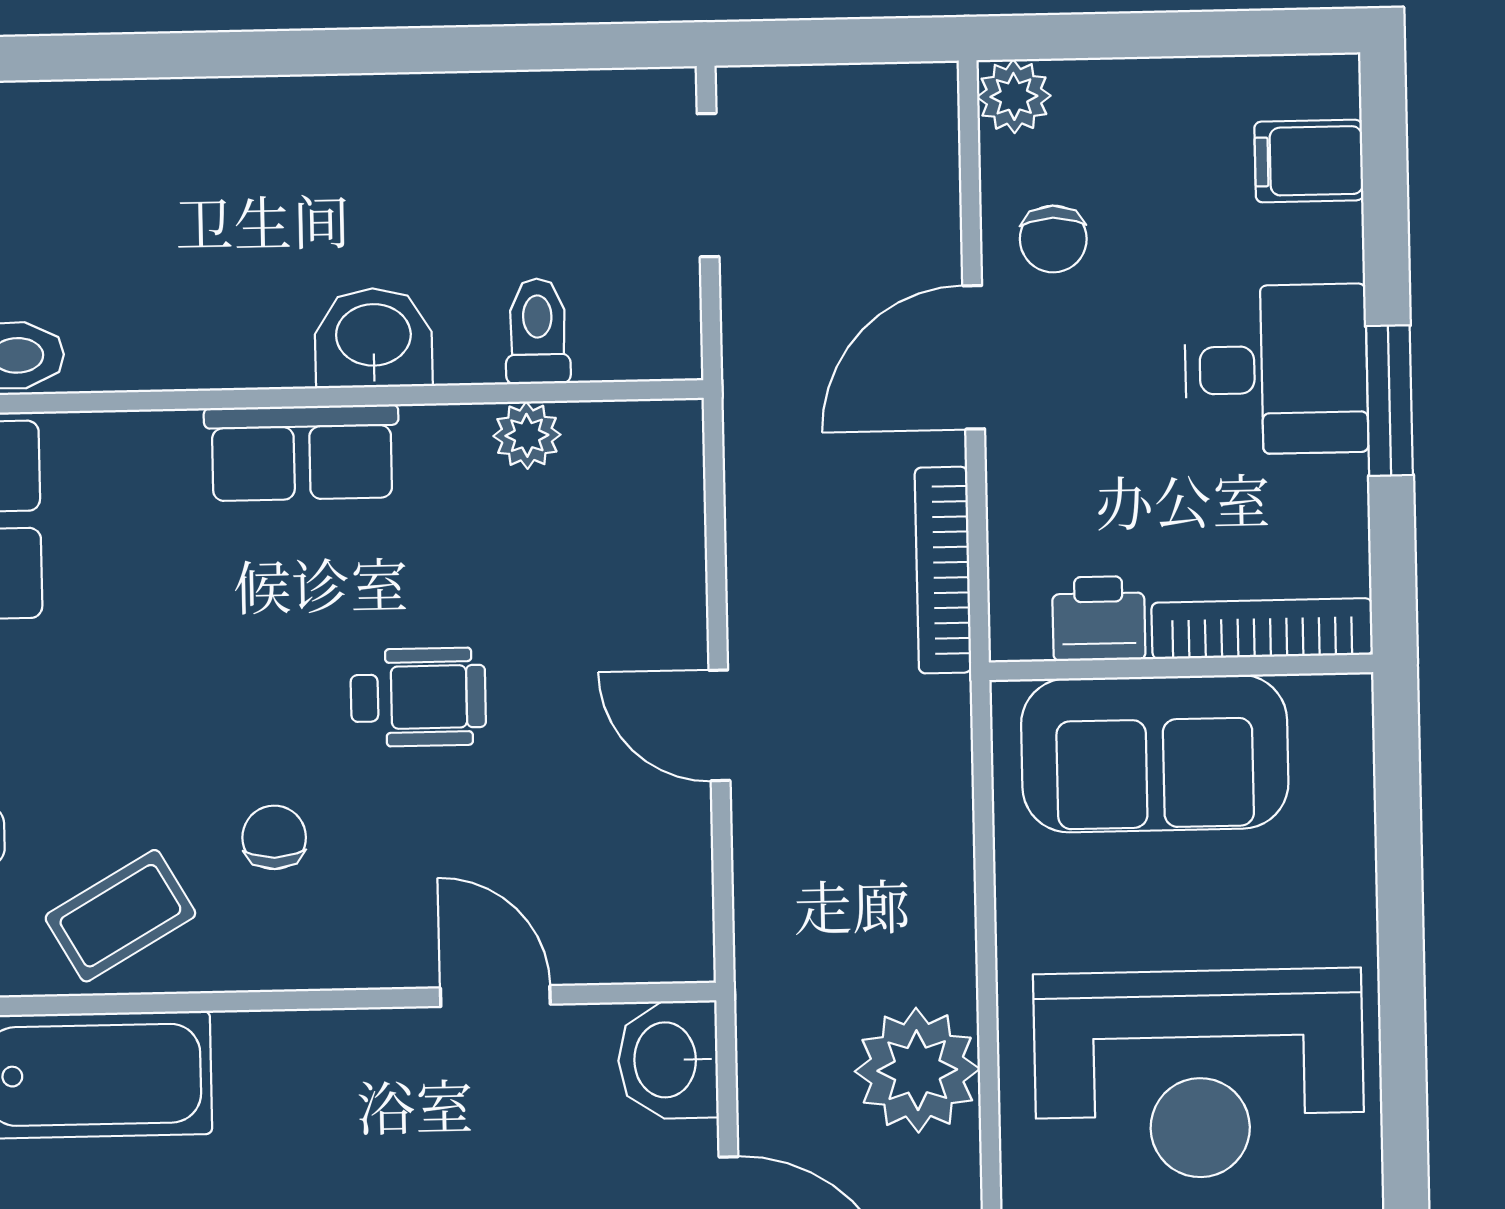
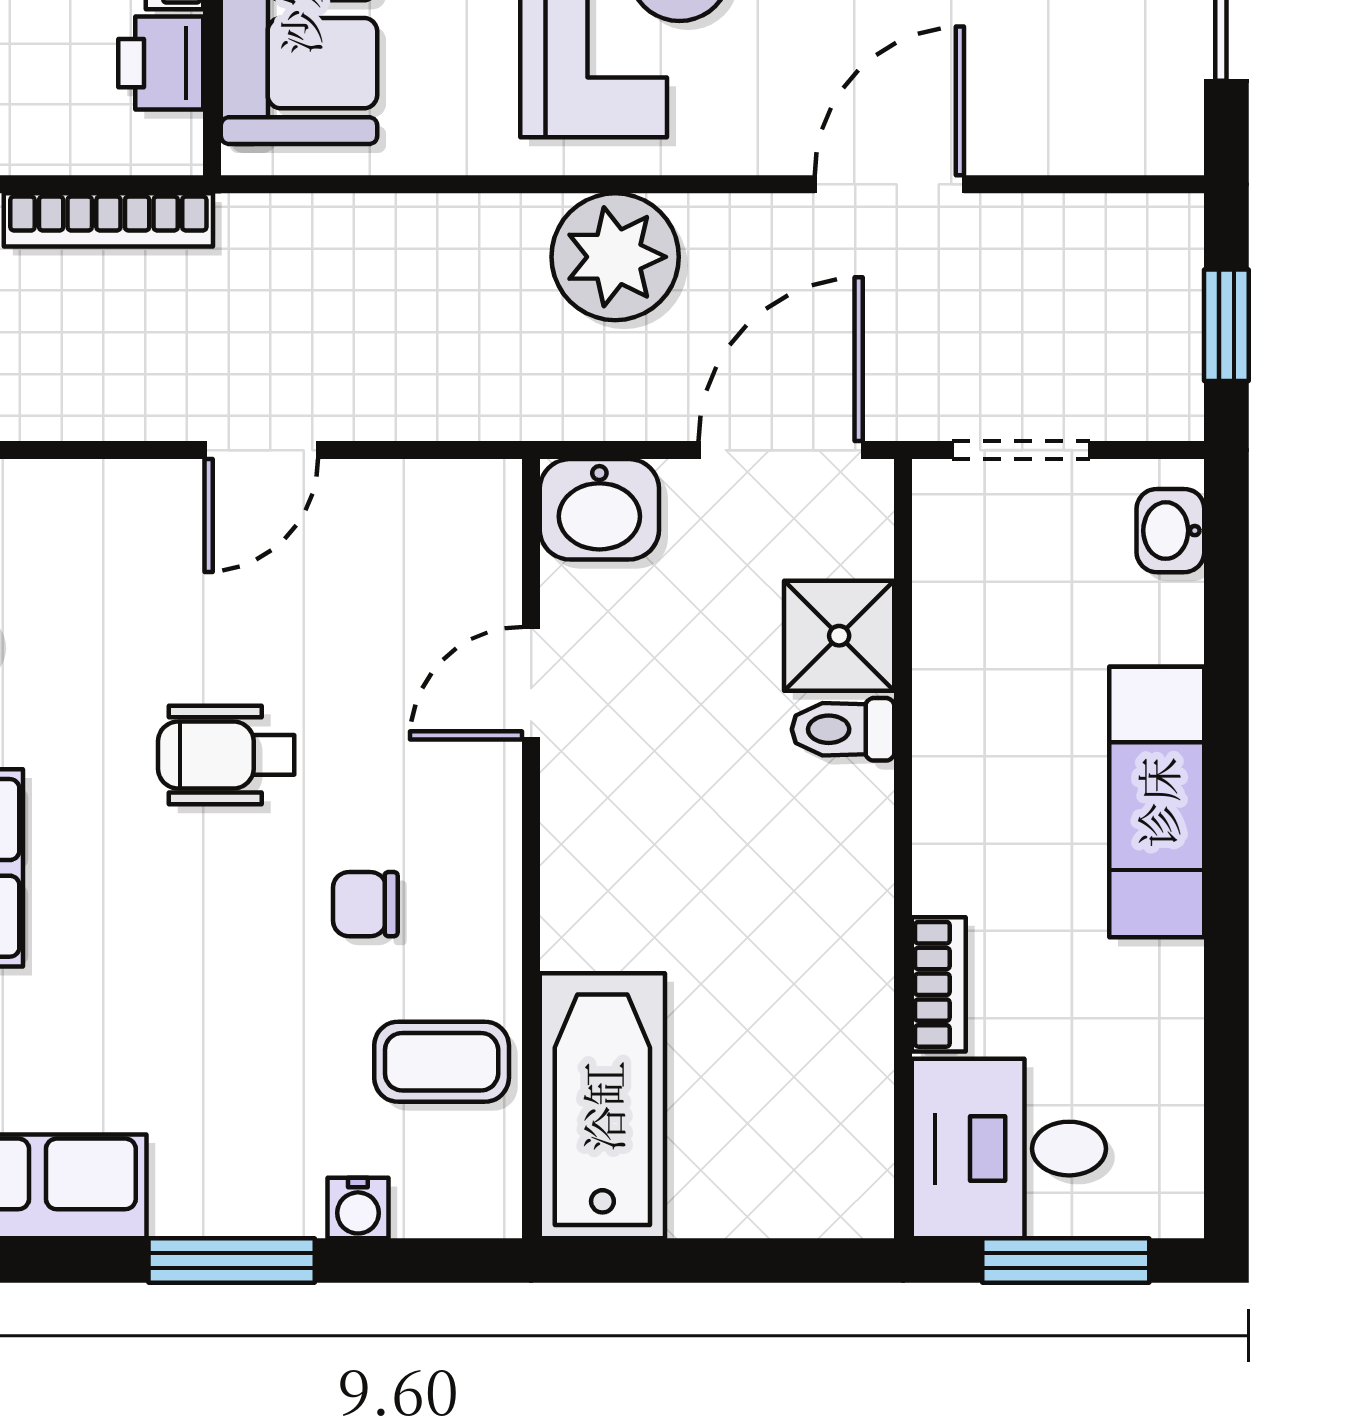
wheelchair: (418, 697) -> (226, 755), turned -90
coffee table: (120, 916) -> (442, 1062), turned -60

